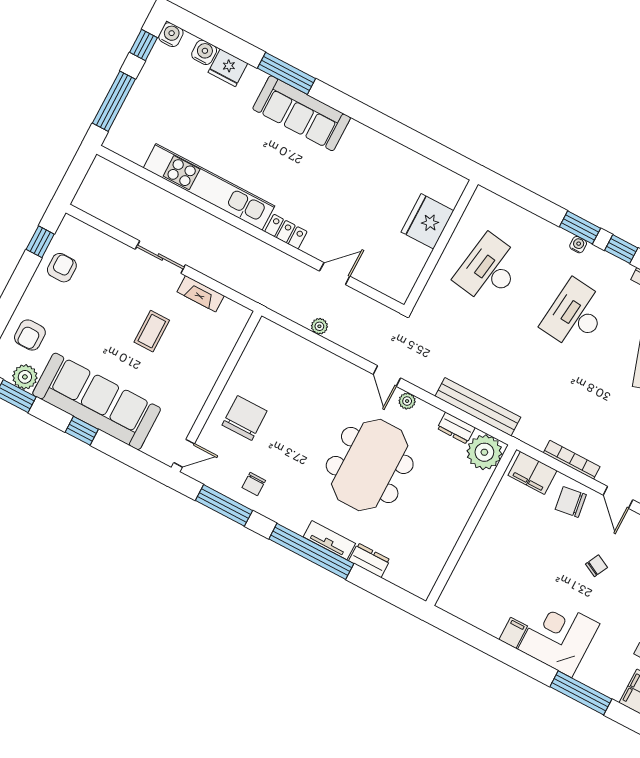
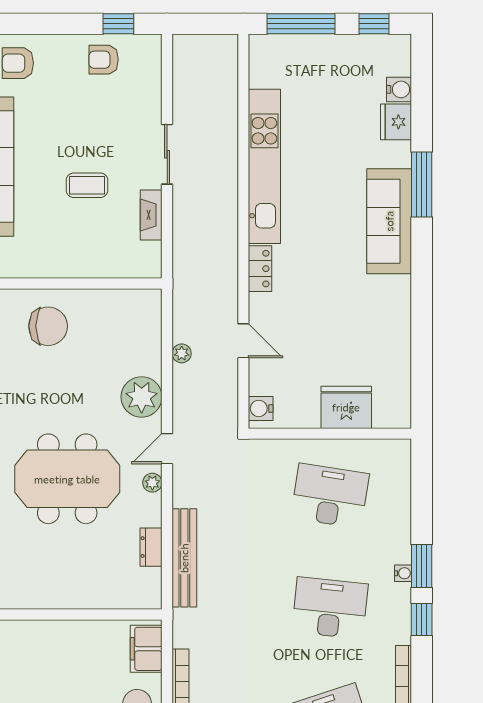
water cooler: (171, 35) -> (261, 408), moved, turned 180
armchair: (62, 268) -> (104, 60), turned 180
plant: (484, 452) -> (142, 397), moved

